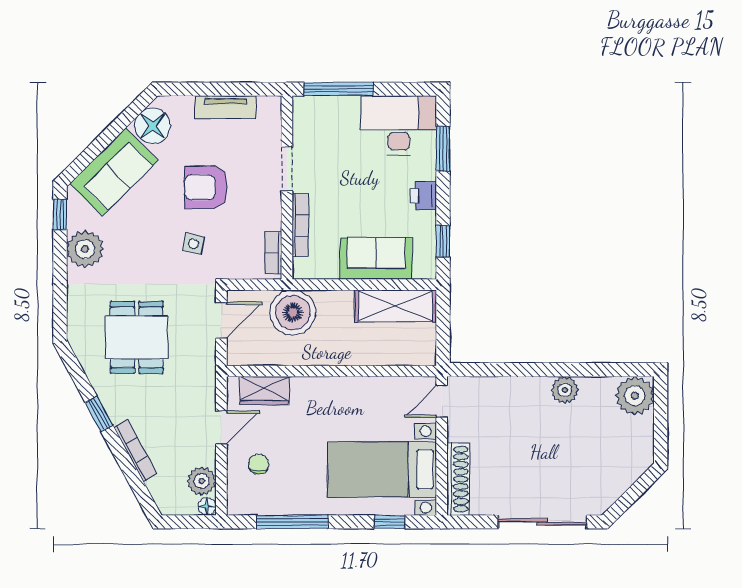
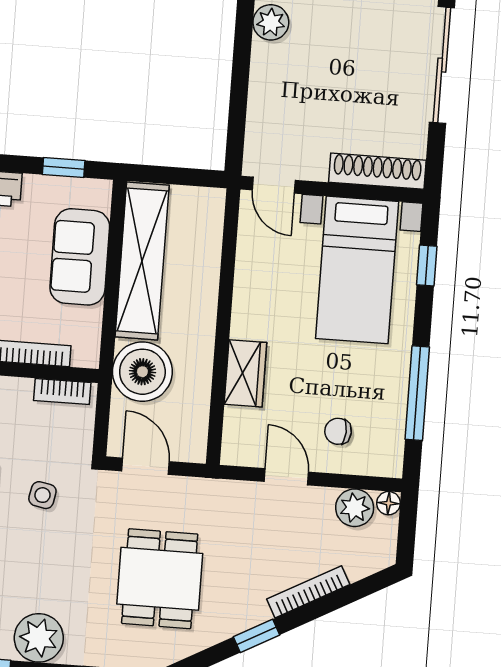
shelving: (395, 306) -> (142, 261), width x1.47
dining table: (137, 337) -> (160, 579), turned 90
wardrobe: (264, 391) -> (245, 373), moved

